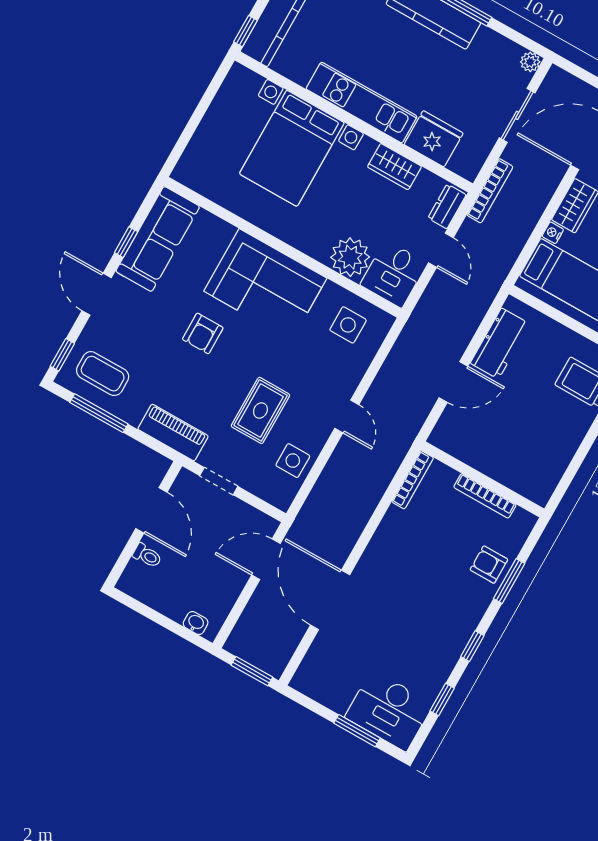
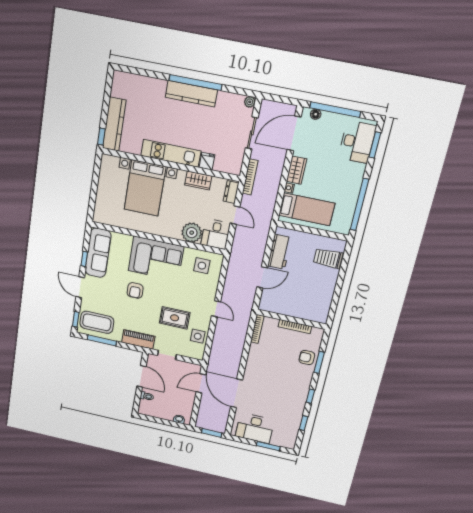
fridge: (434, 139) -> (207, 161), width x0.53, depth x0.75
coffee table: (103, 374) -> (97, 322), width x1.36, depth x1.32
rug: (260, 410) -> (175, 318), turned 90
desk: (389, 711) -> (255, 428), moved

